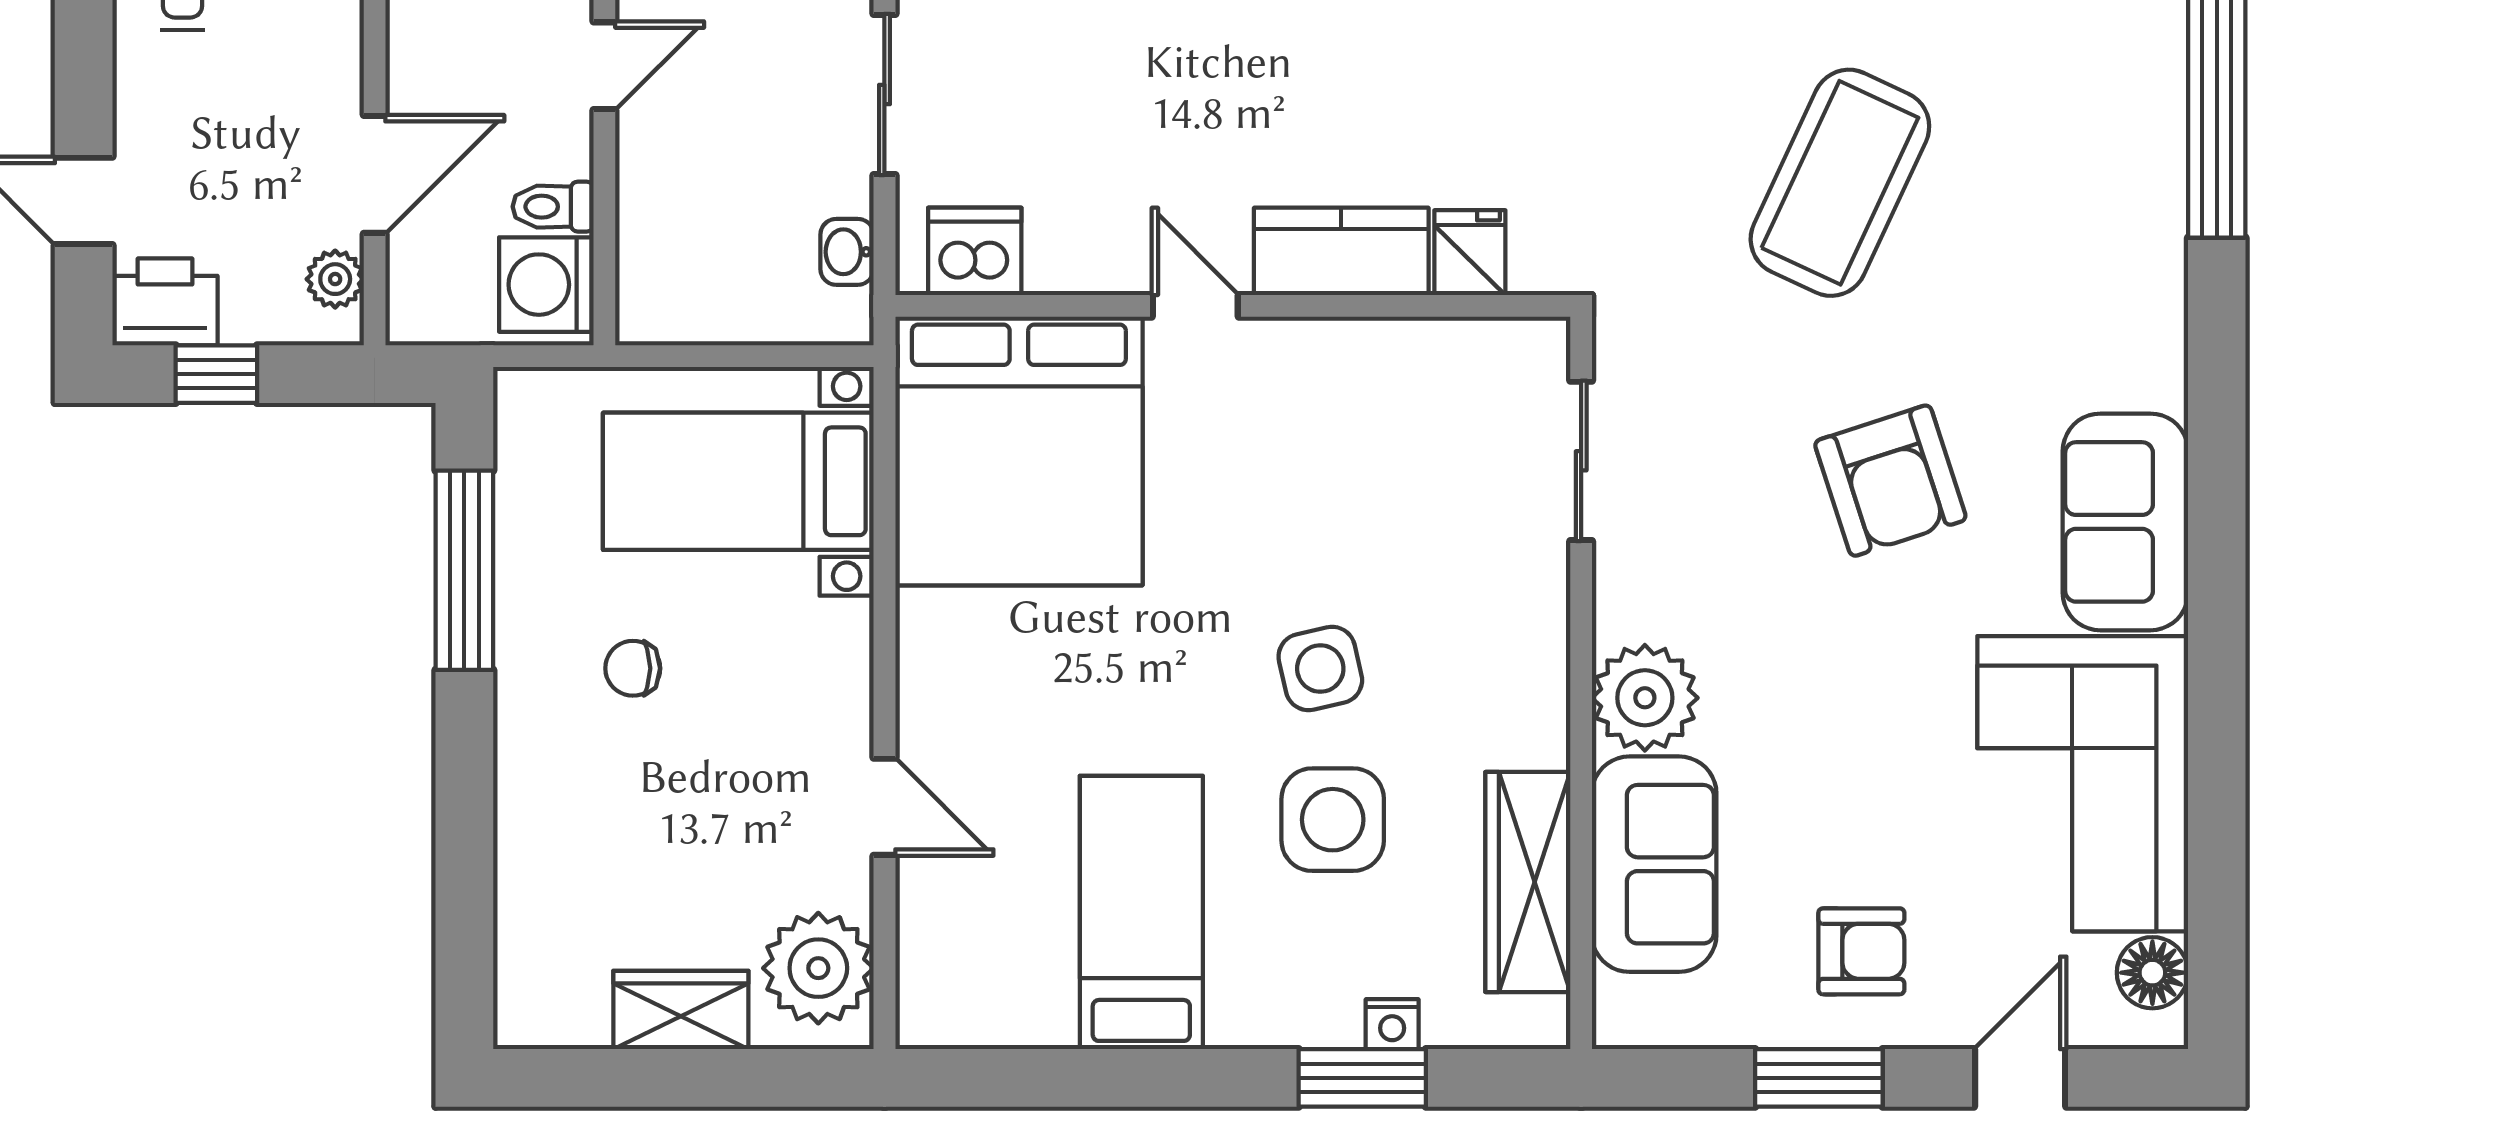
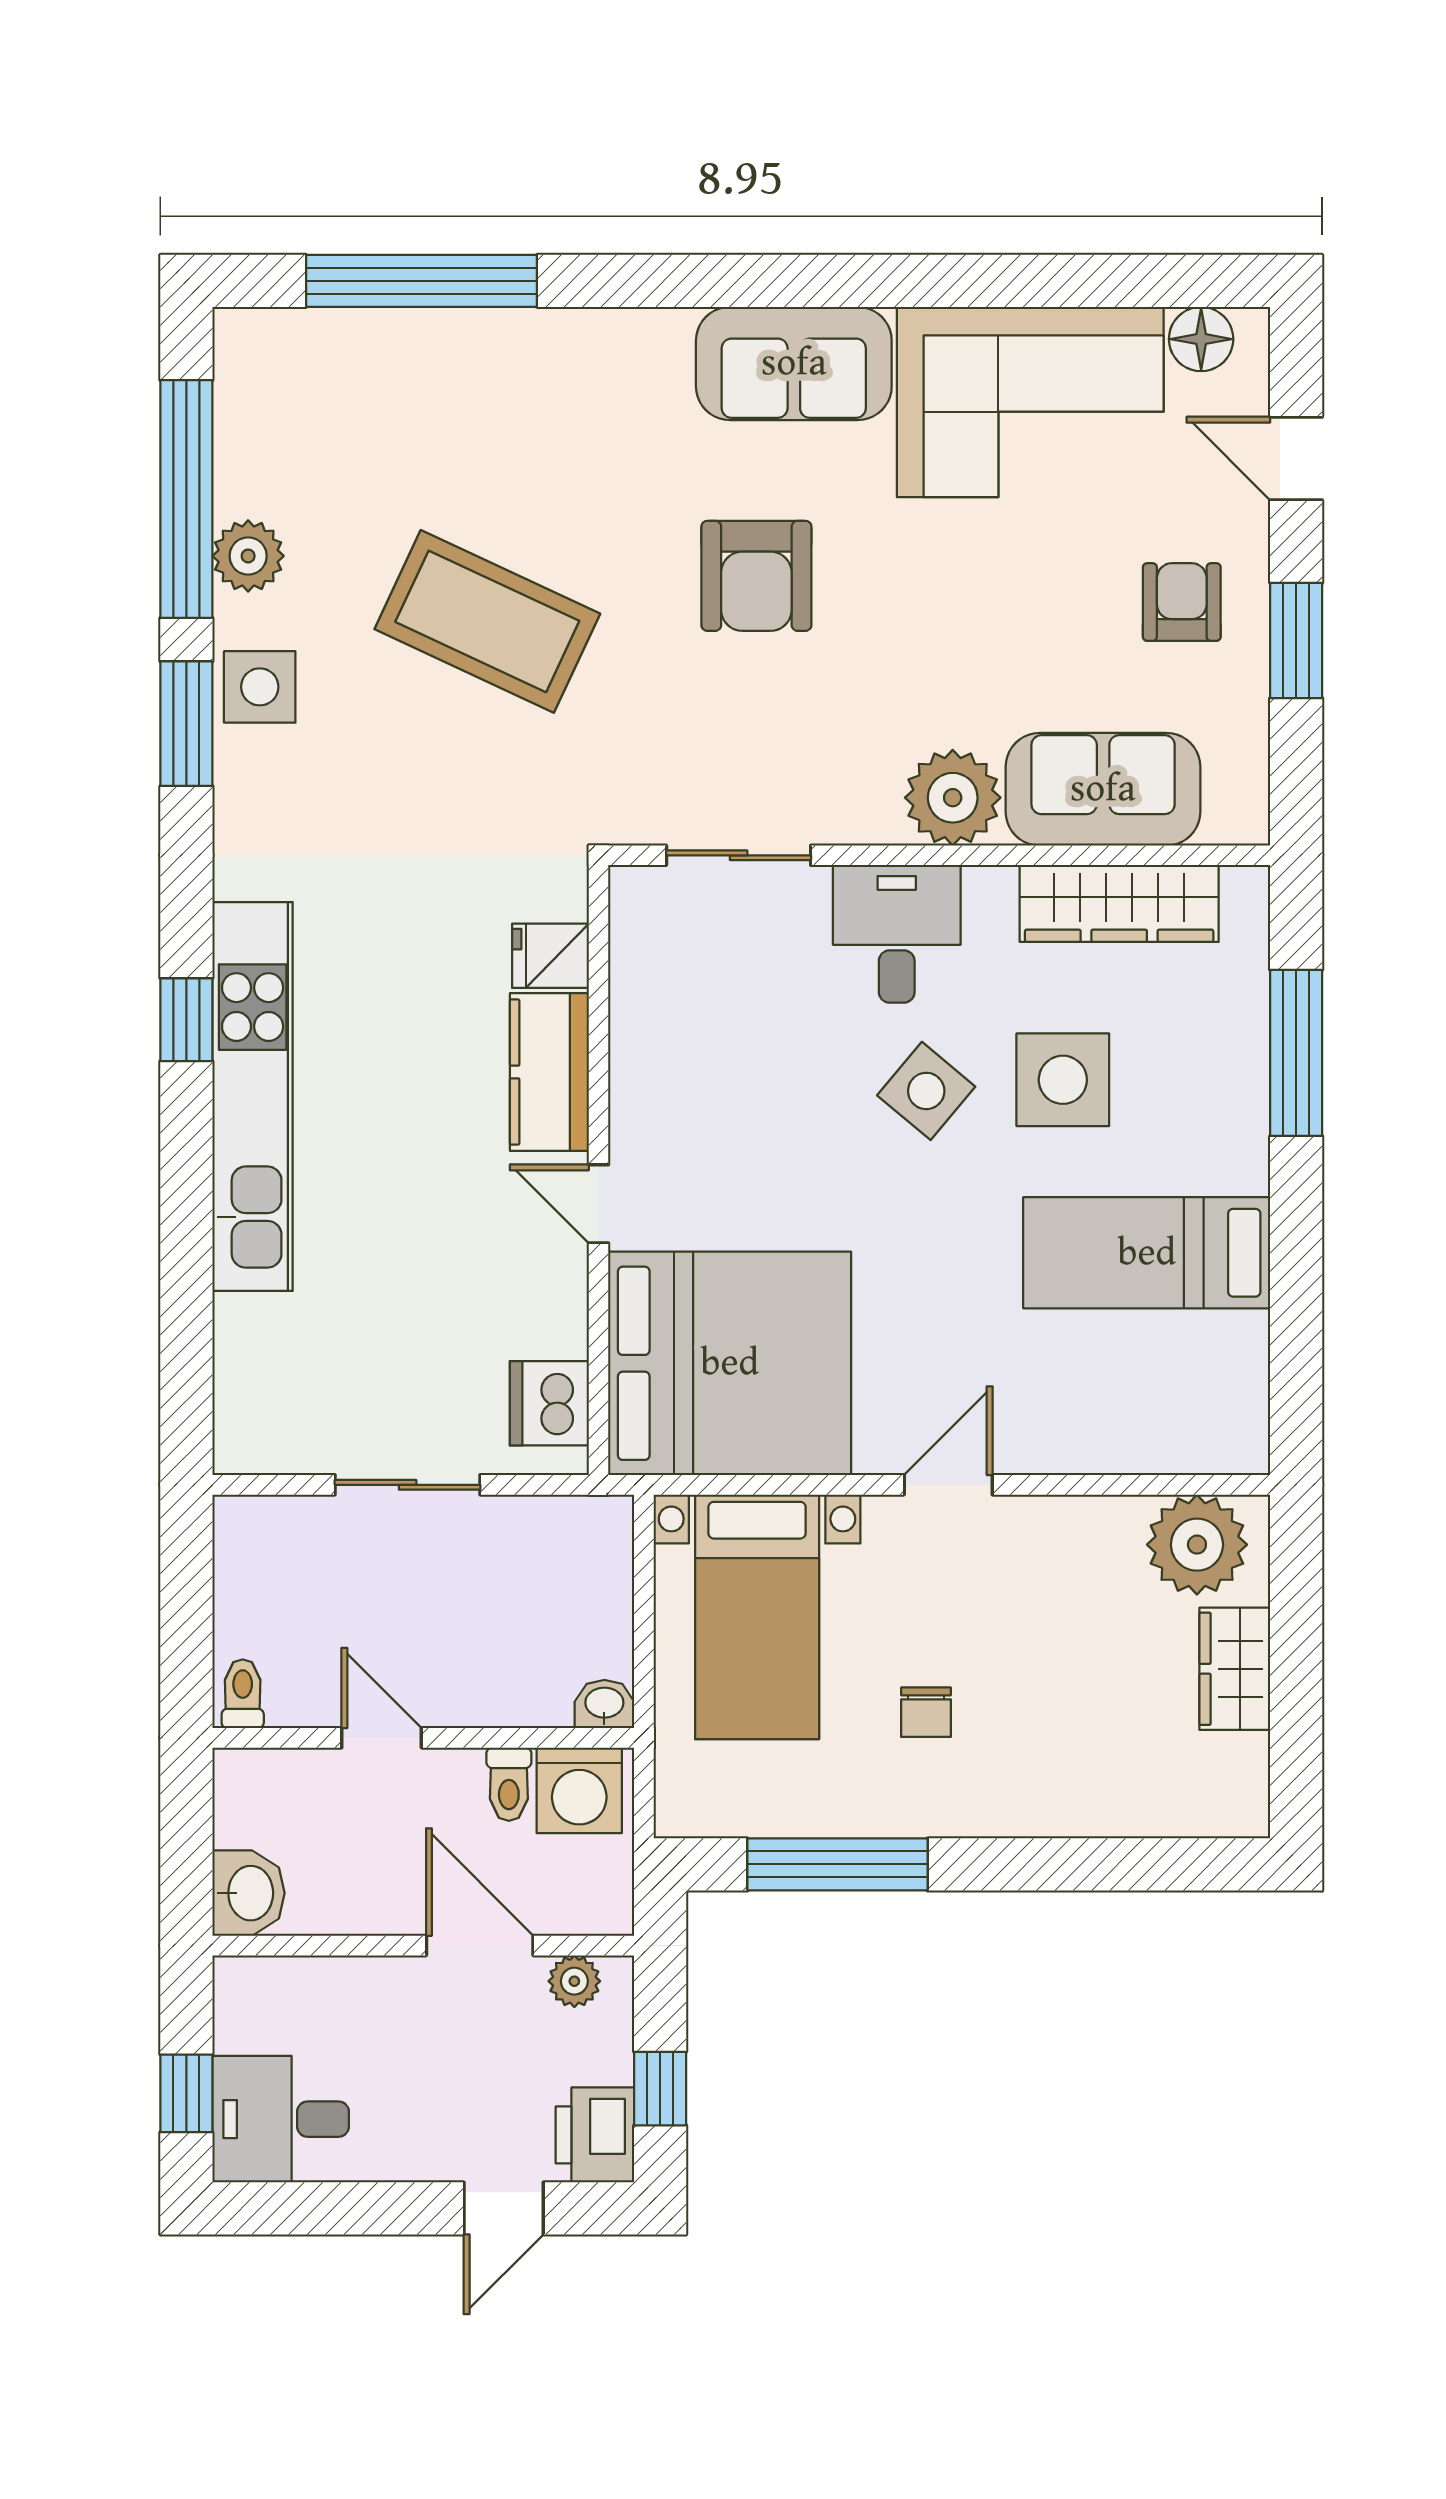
washbasin: (847, 252) -> (604, 1704), moved, turned 180
door: (1195, 306) -> (599, 1204), hinge flipped
armchair: (1890, 481) -> (756, 576), turned 108
desk: (1494, 636) -> (897, 934), added
side table: (1320, 668) -> (926, 1091), turned -37
door: (884, 807) -> (948, 1485), moved
nightstand: (1392, 1024) -> (1248, 1026), removed
window: (1362, 1078) -> (1296, 1053), width x1.44

